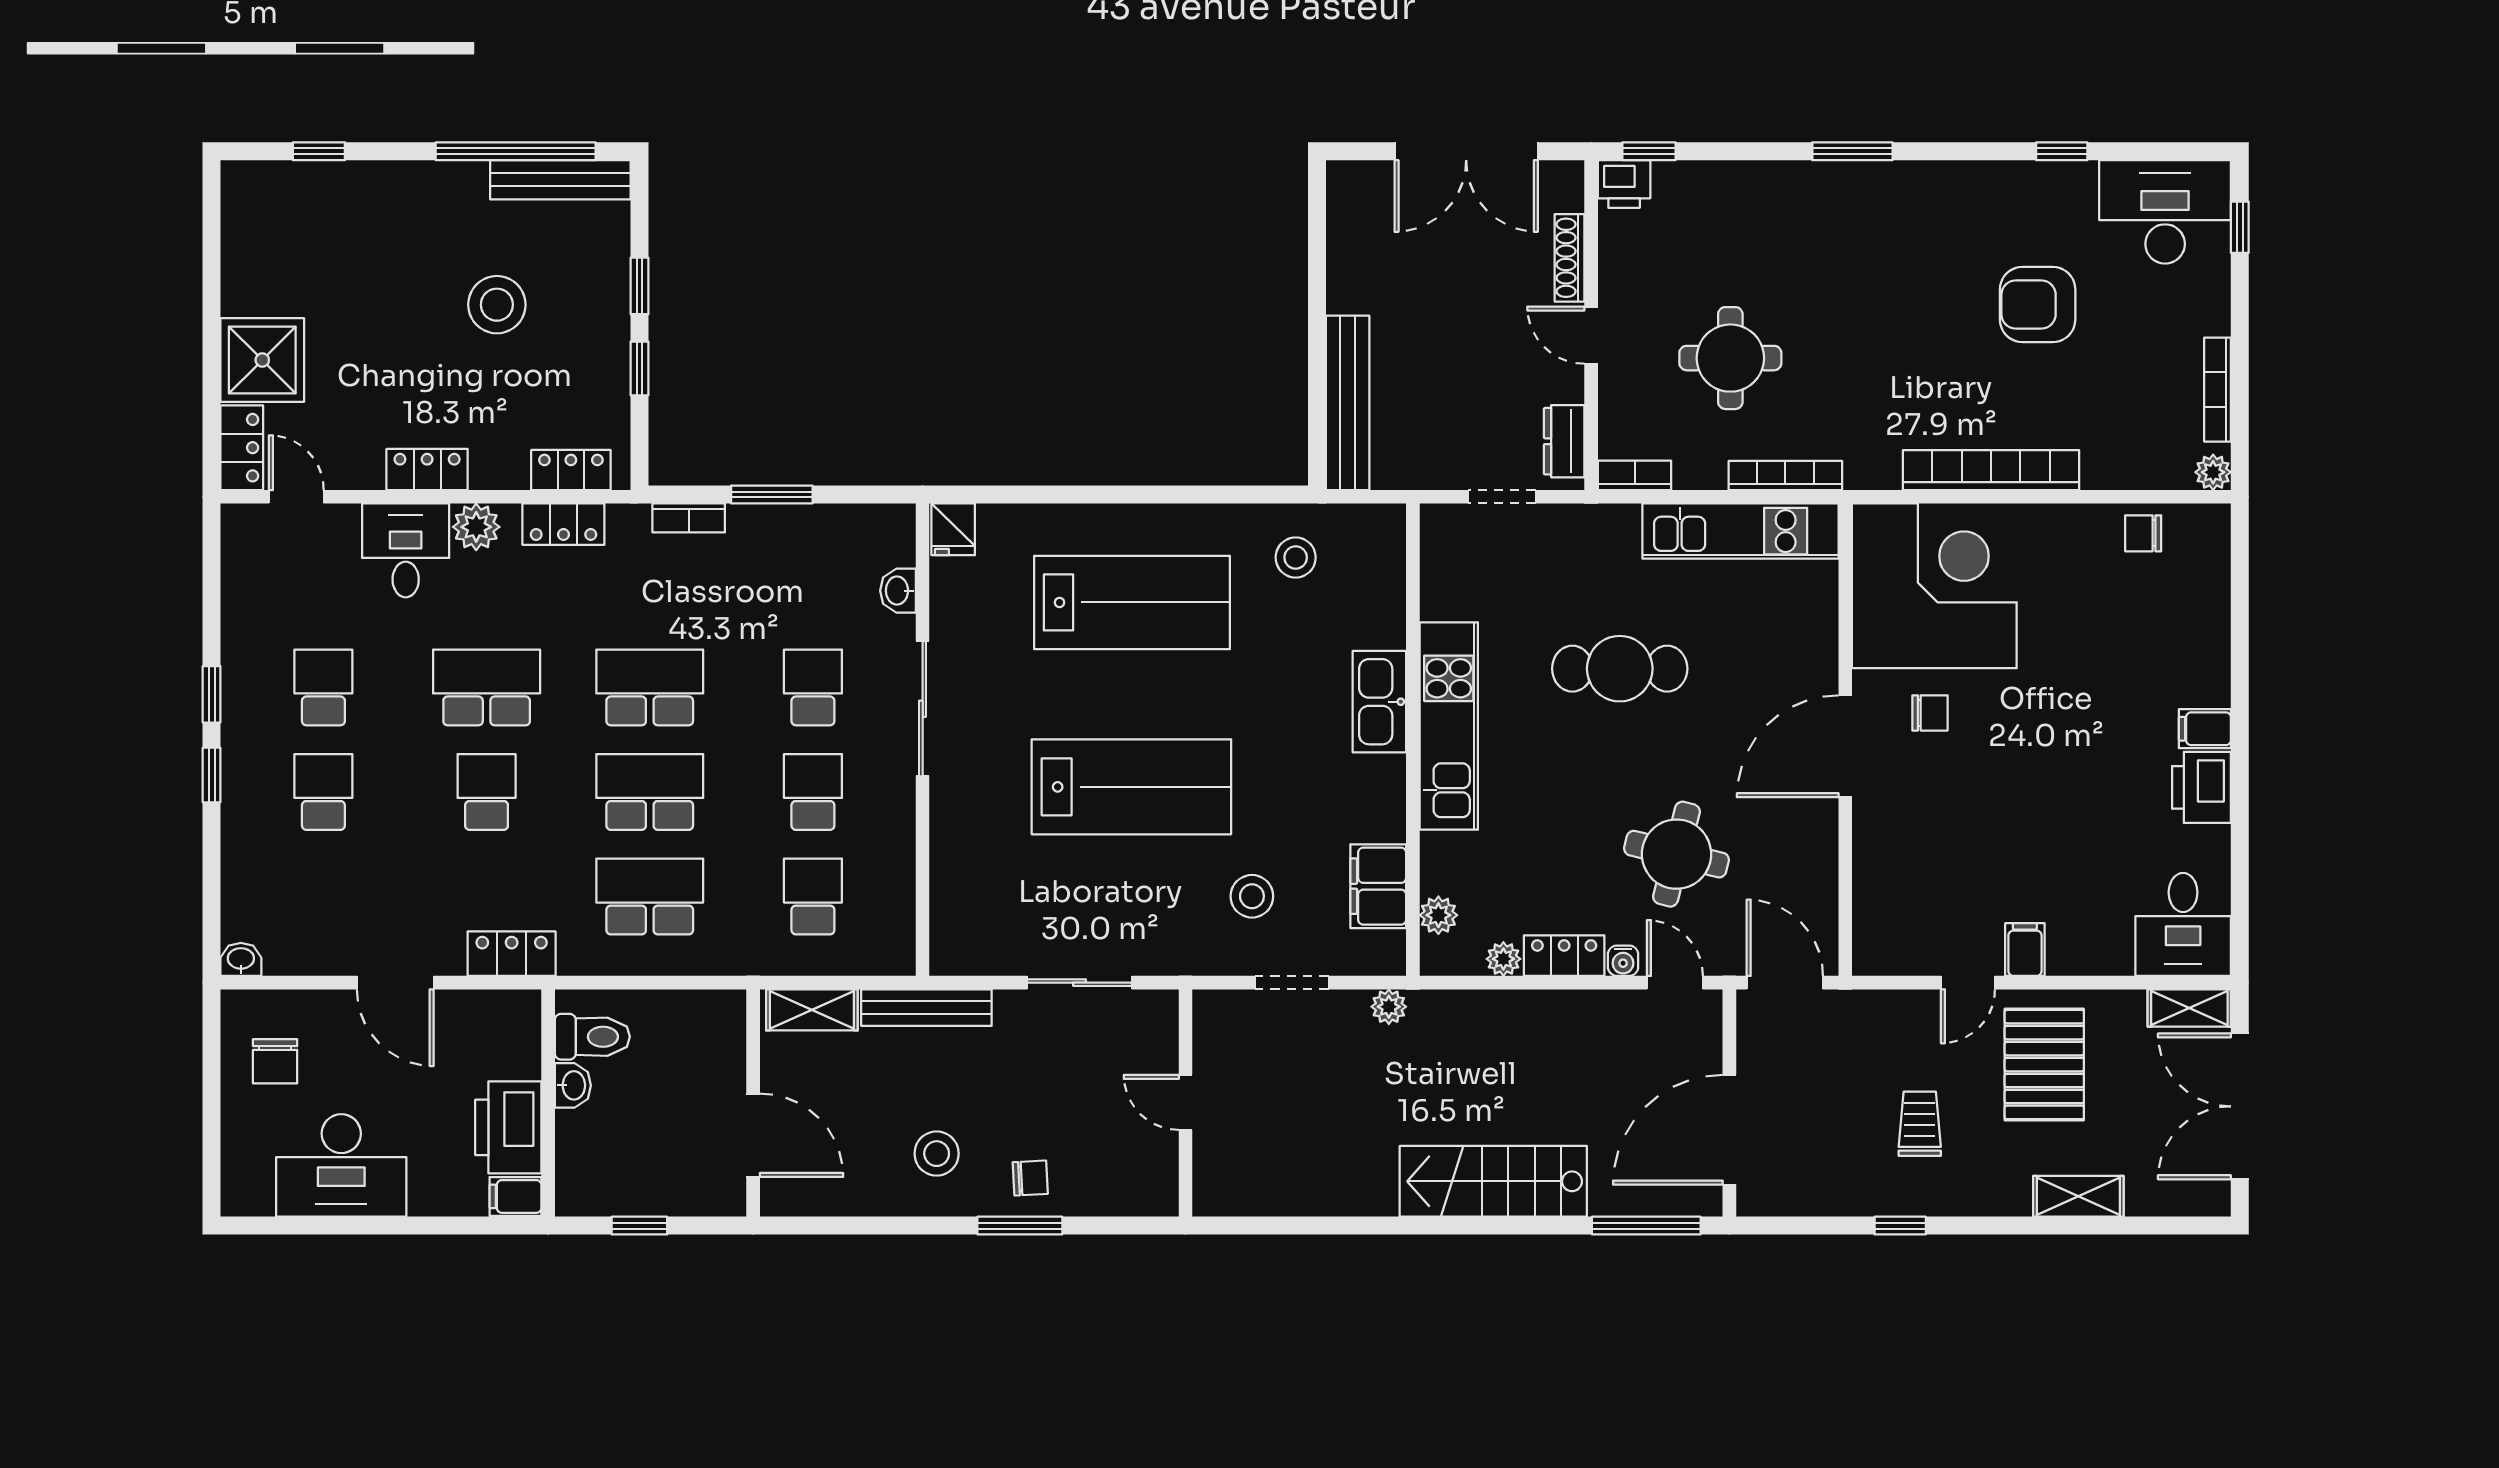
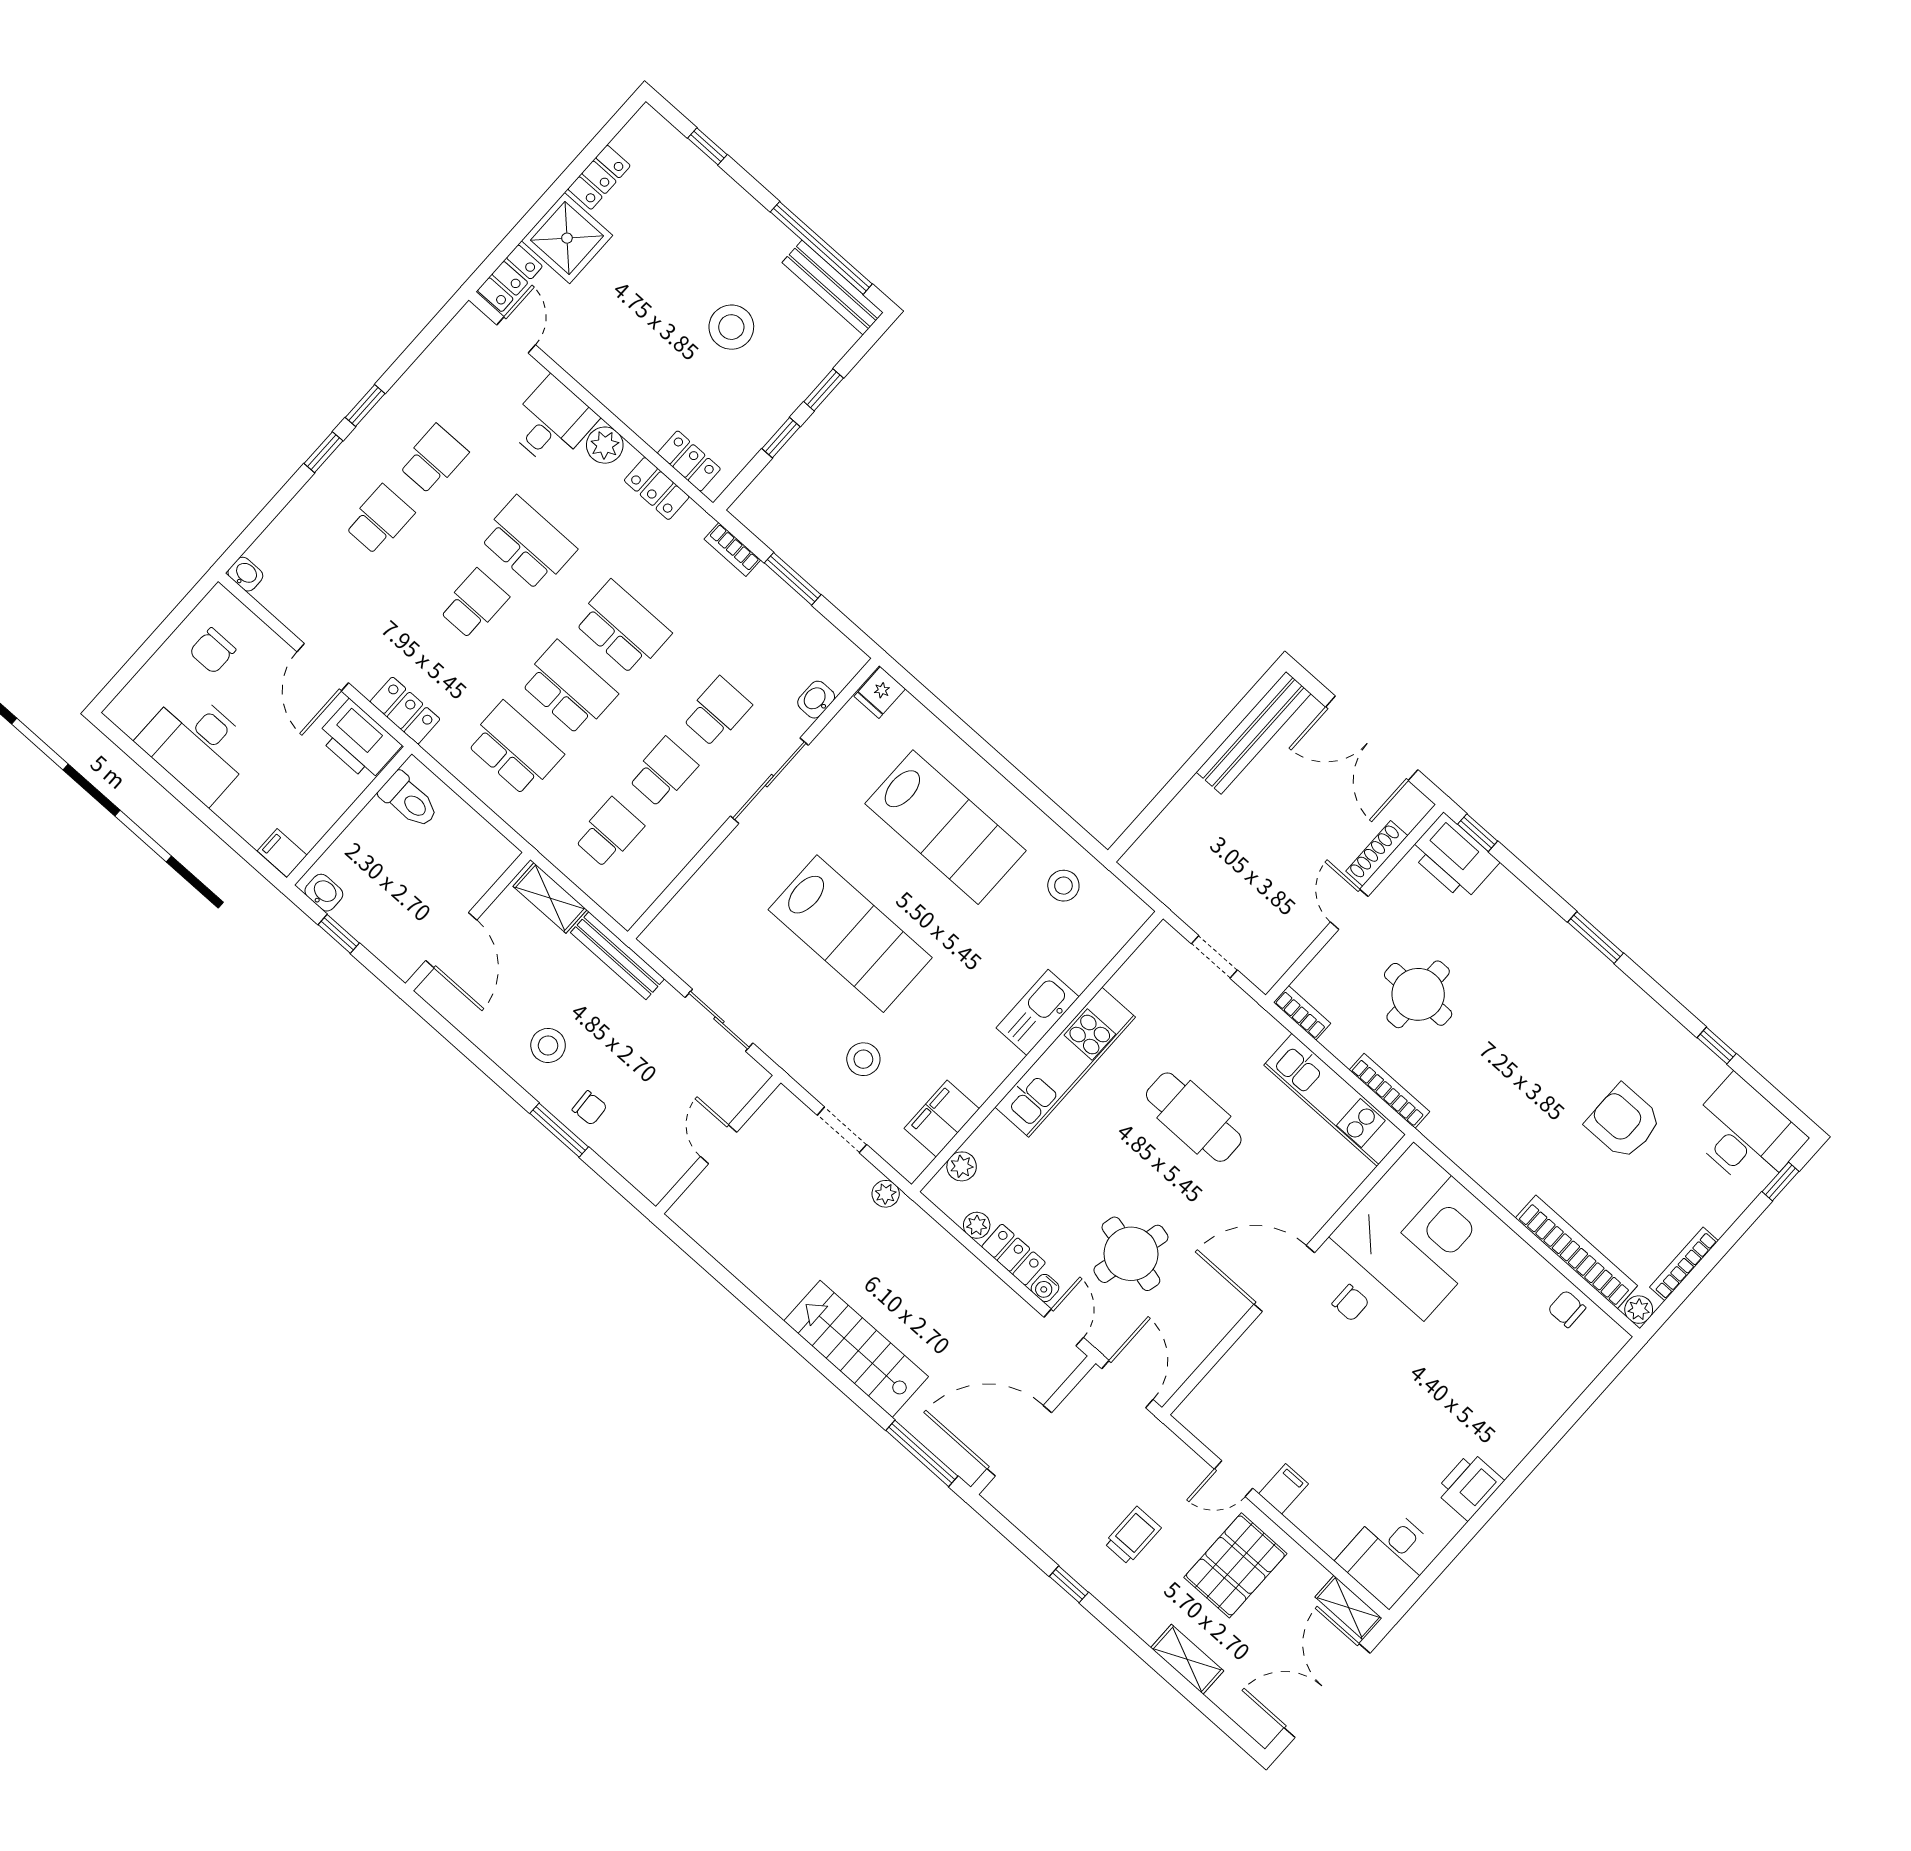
printer: (1624, 184) -> (1454, 857), width x1.87, depth x1.48
bench: (1348, 403) -> (1254, 733), moved
dresser: (1564, 441) -> (1279, 957), removed
locker: (427, 469) -> (599, 177), moved, turned 90
bookcase: (1991, 470) -> (1576, 1252), moved
filing cabinet: (2205, 729) -> (1502, 1454), removed
washbasin: (573, 1085) -> (324, 893), moved, turned -90
printer: (508, 1127) -> (359, 741), moved, turned -90

